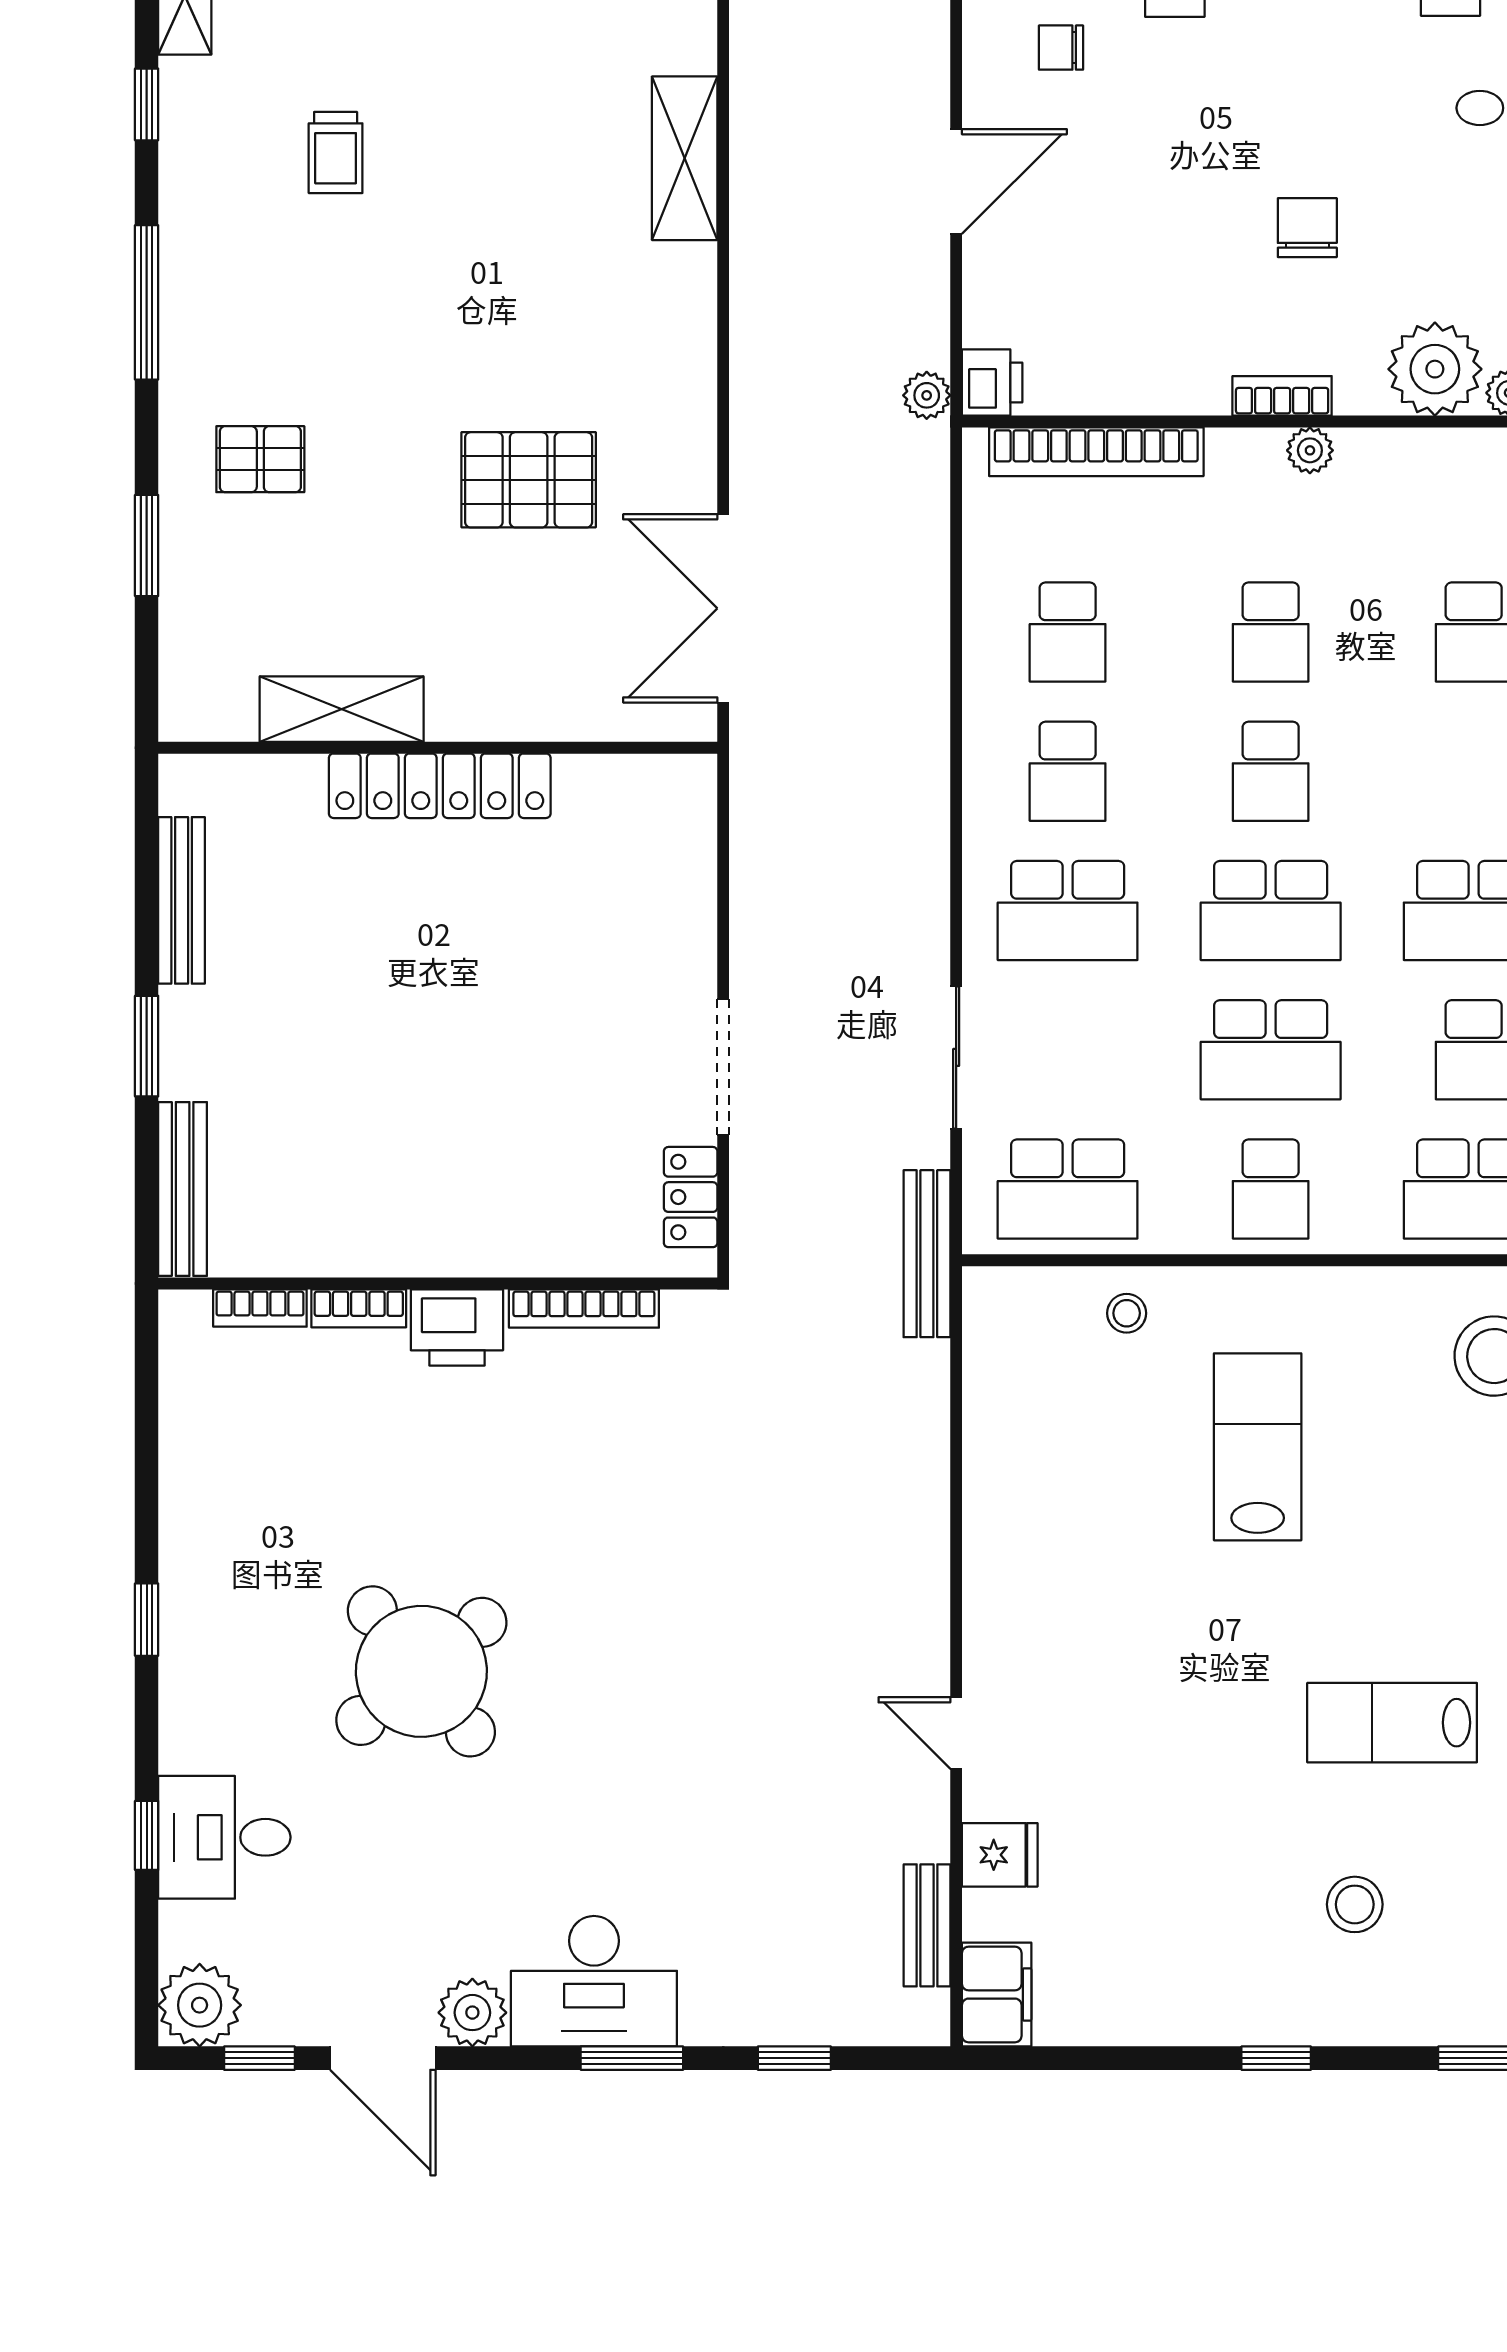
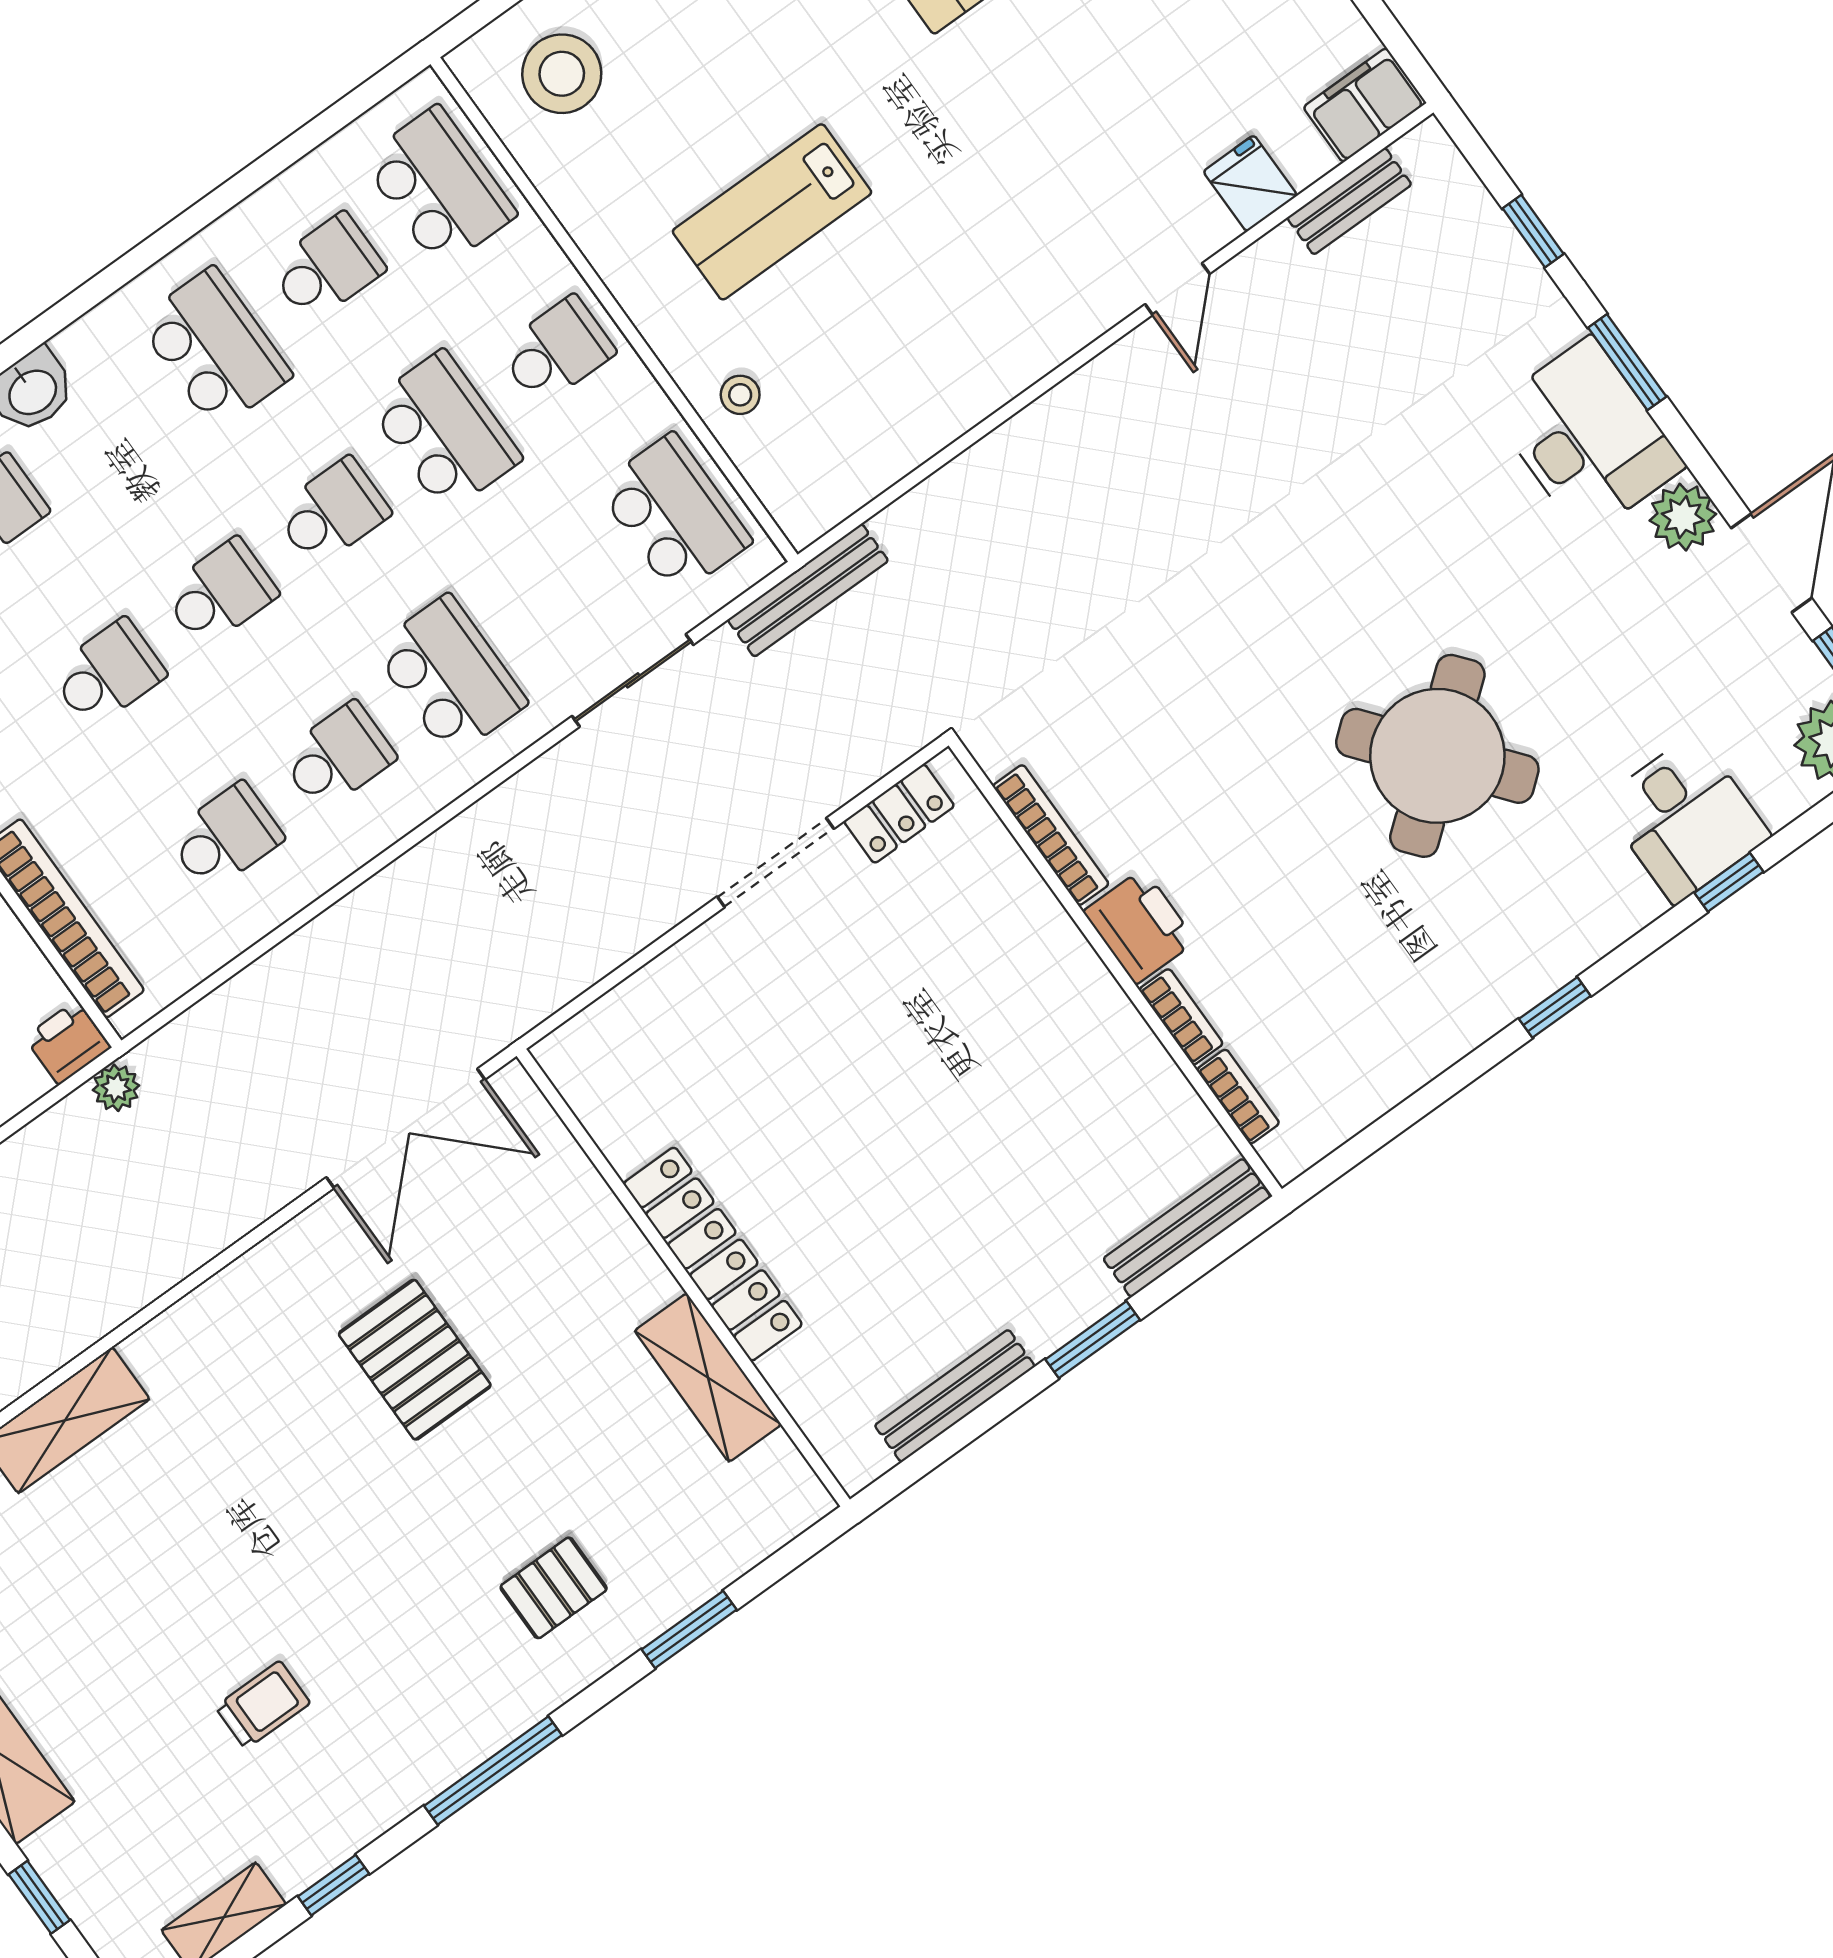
pallet: (260, 459) -> (554, 1588), turned 90
school desk: (1271, 910) -> (332, 512), width x0.54

